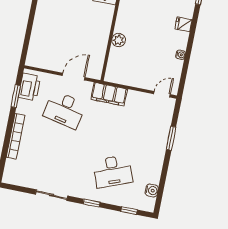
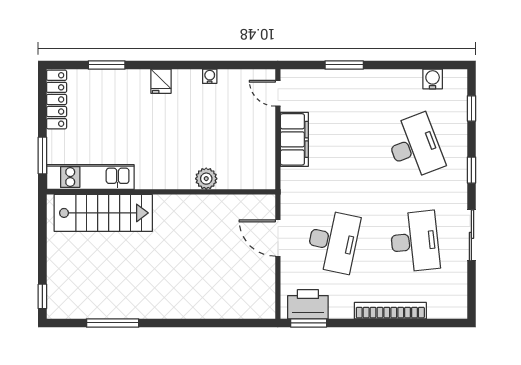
filing cabinet: (109, 94) -> (294, 139), moved
window: (16, 96) -> (309, 323), moved
desk: (55, 160) -> (415, 241), added

